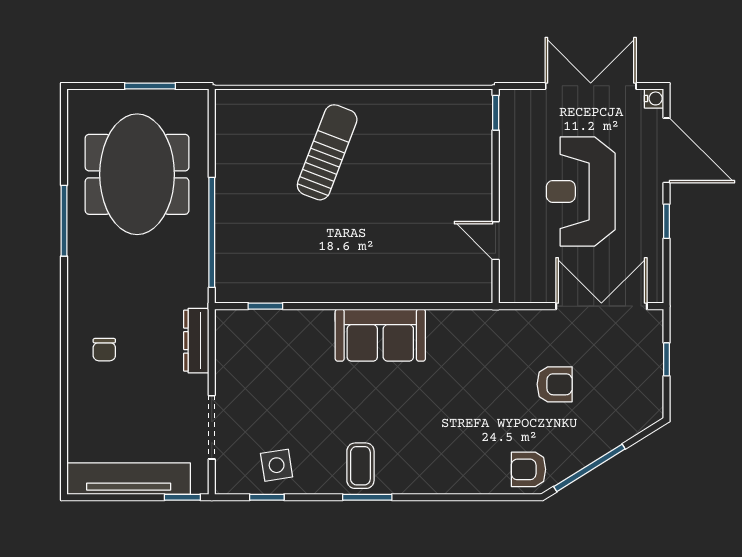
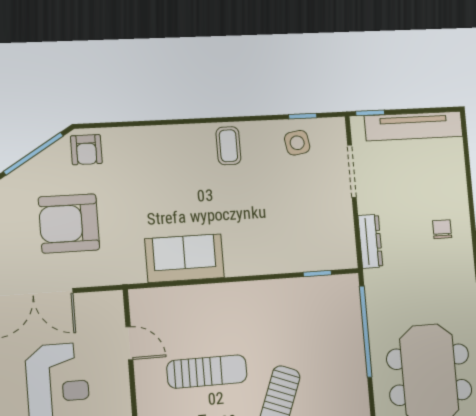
sun lounger: (408, 200) -> (207, 372), added
sofa: (380, 335) -> (185, 258), moved
armchair: (555, 384) -> (69, 223), width x1.88, depth x1.88
armchair: (528, 469) -> (86, 150), turned 90
window: (367, 497) -> (221, 120), removed

